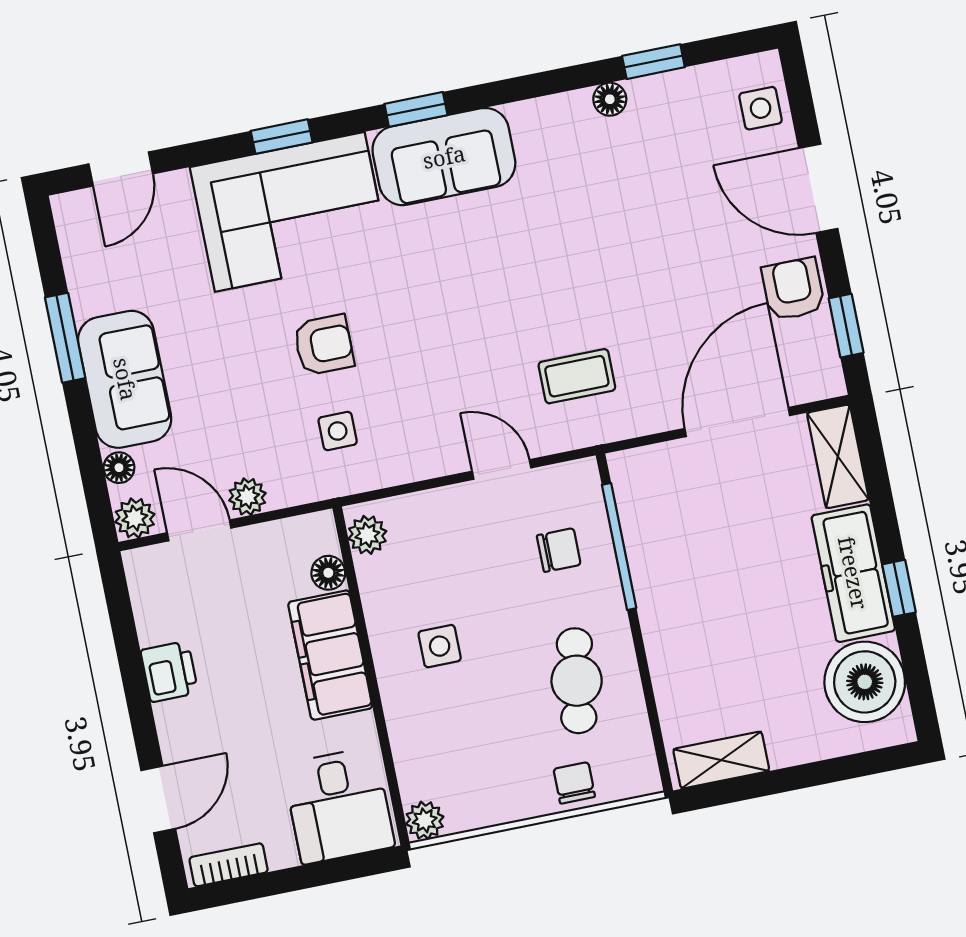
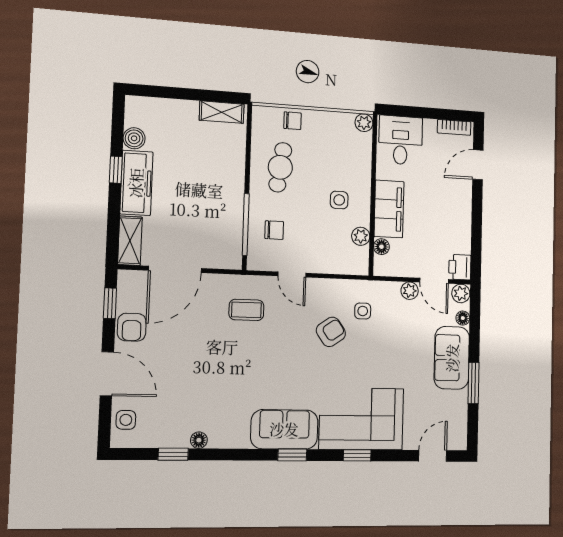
armchair: (324, 345) -> (331, 332), moved, turned 145
plant: (367, 535) -> (361, 236), moved
chair: (559, 550) -> (274, 230), turned 180
printer: (169, 672) -> (460, 267), moved
boiler: (865, 682) -> (134, 138), width x0.54, depth x0.54
chair: (574, 783) -> (292, 121), turned -90

